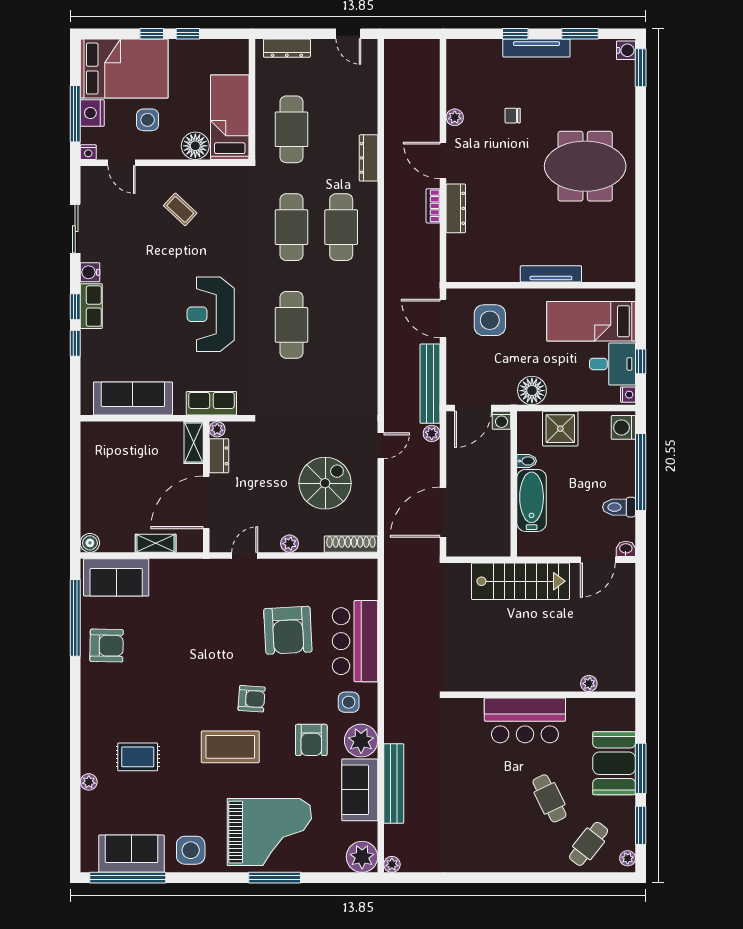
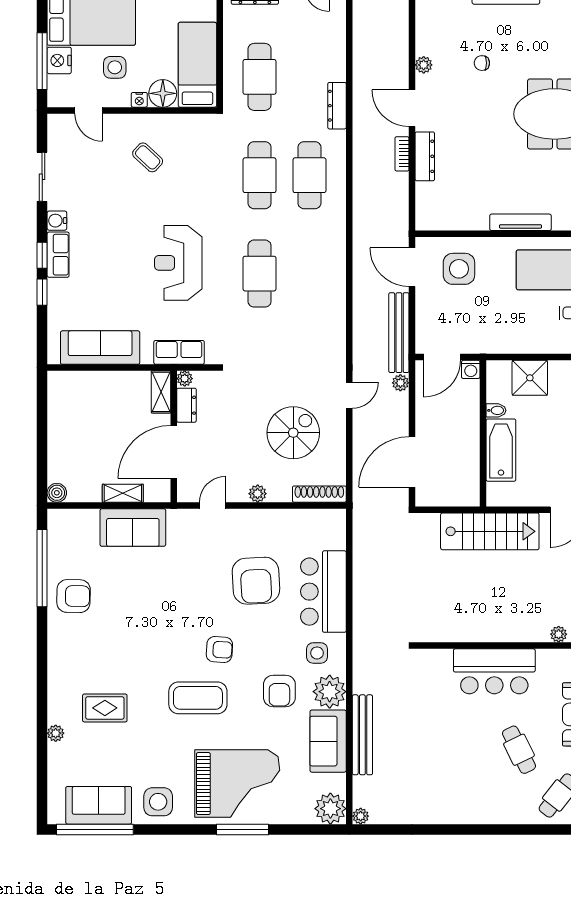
nightstand: (88, 152) -> (139, 100), moved
floor lamp: (532, 391) -> (501, 340), removed
sofa: (116, 577) -> (133, 528), moved

